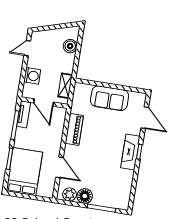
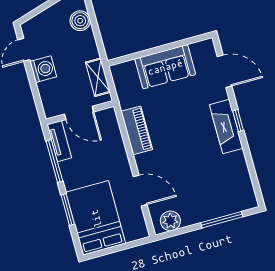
washing machine: (32, 76) -> (43, 69), moved
floor lamp: (85, 196) -> (192, 214), removed

